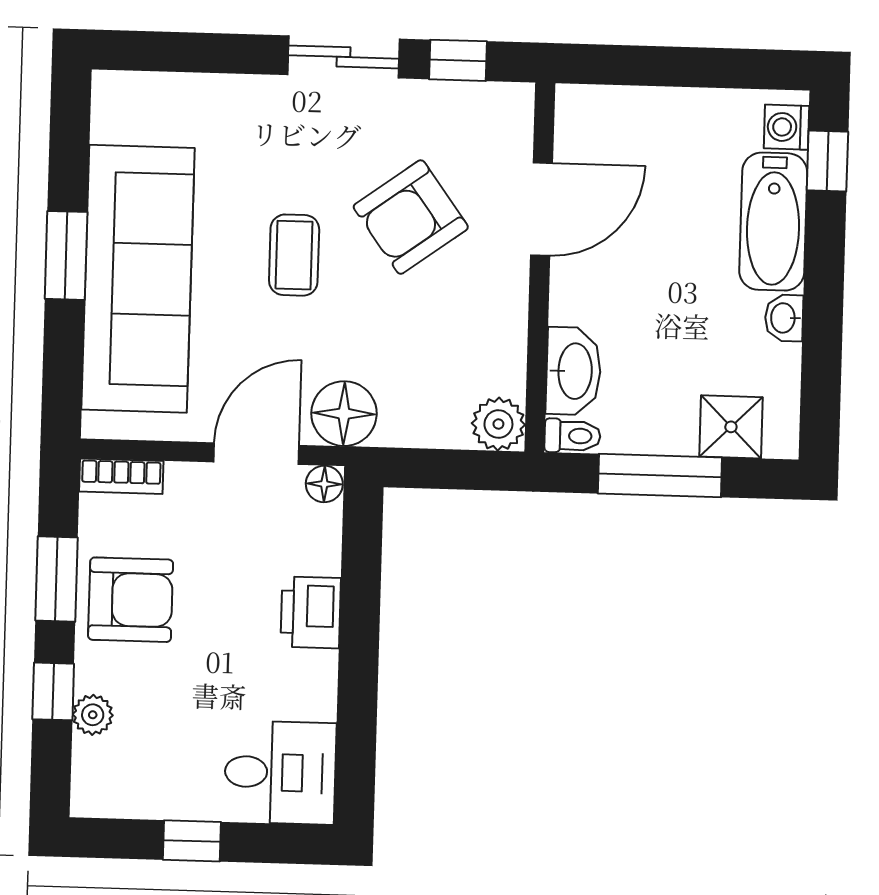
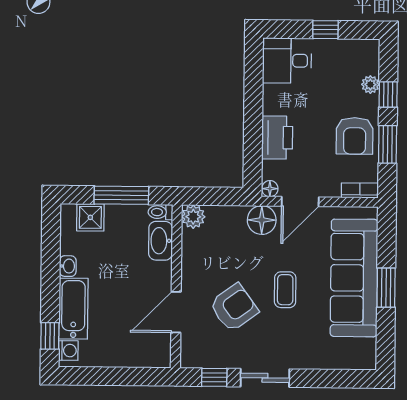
armchair: (131, 600) -> (355, 136), turned -90
printer: (311, 612) -> (277, 138), width x1.37, depth x1.19

